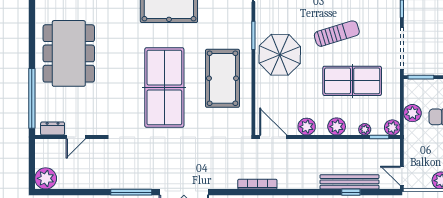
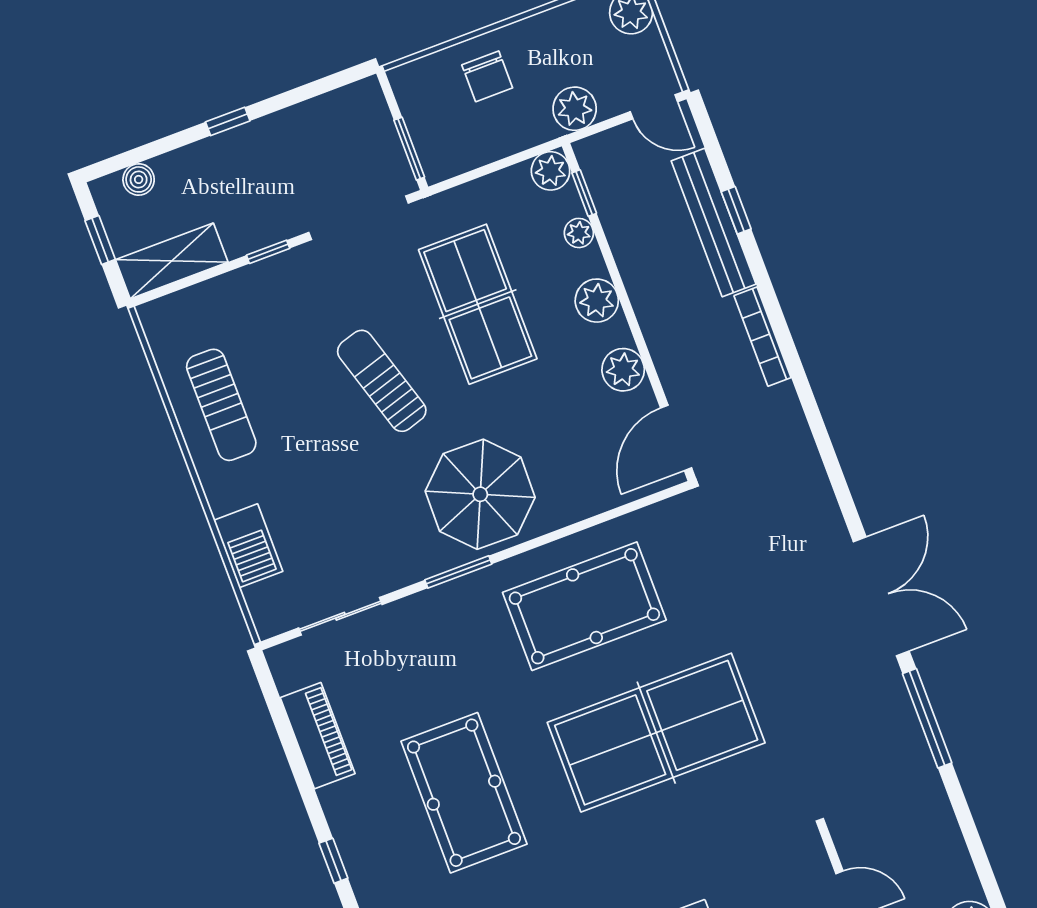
plant: (412, 113) -> (575, 109), moved
door: (402, 176) -> (654, 107), hinge flipped
bookcase: (257, 184) -> (763, 337), moved

